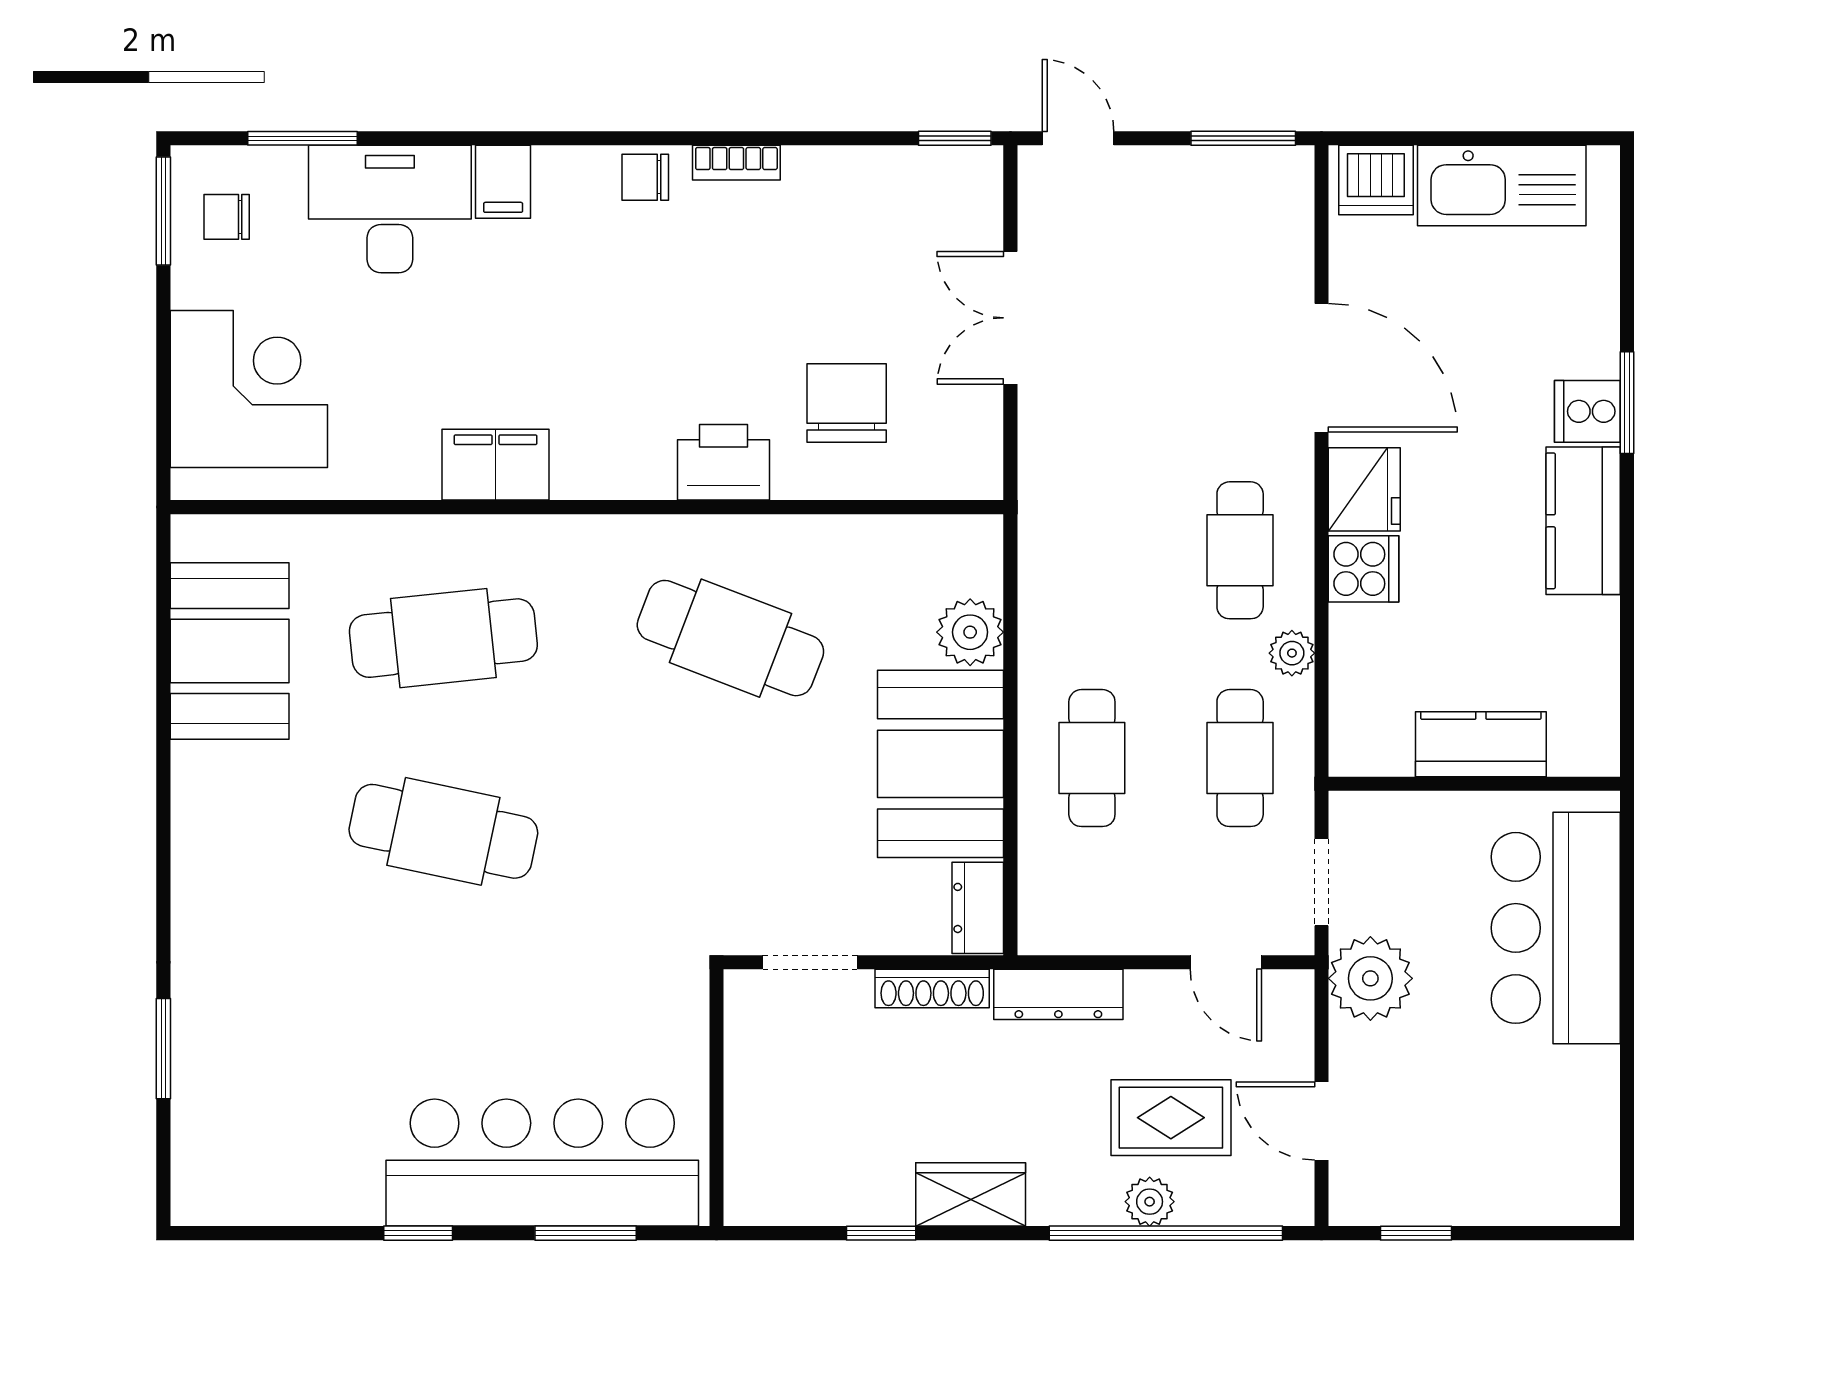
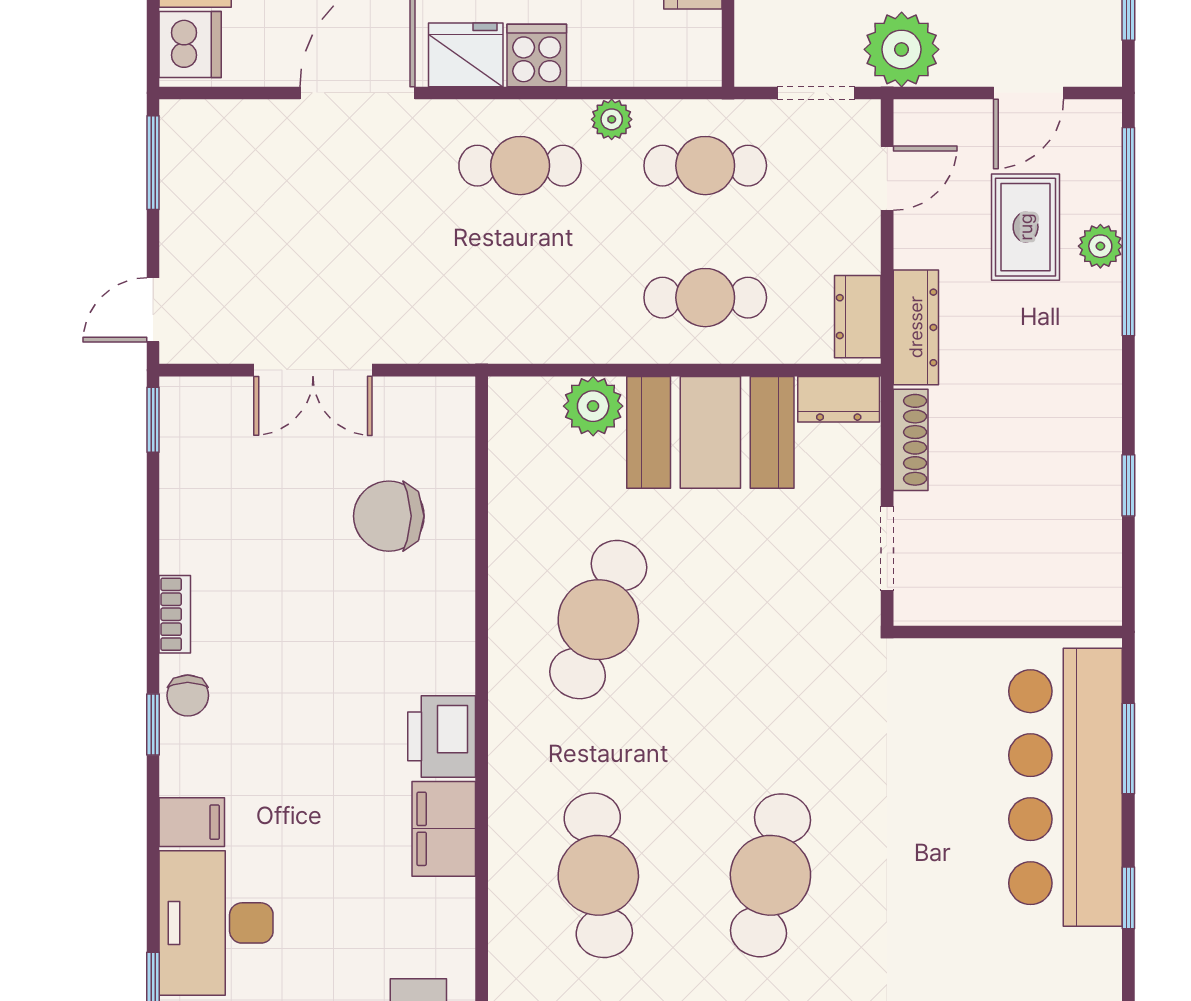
window: (613, 138) -> (153, 725), added
printer: (724, 462) -> (442, 736), moved
dresser: (1070, 929) -> (858, 317), added
wardrobe: (971, 1194) -> (1094, 406), removed

